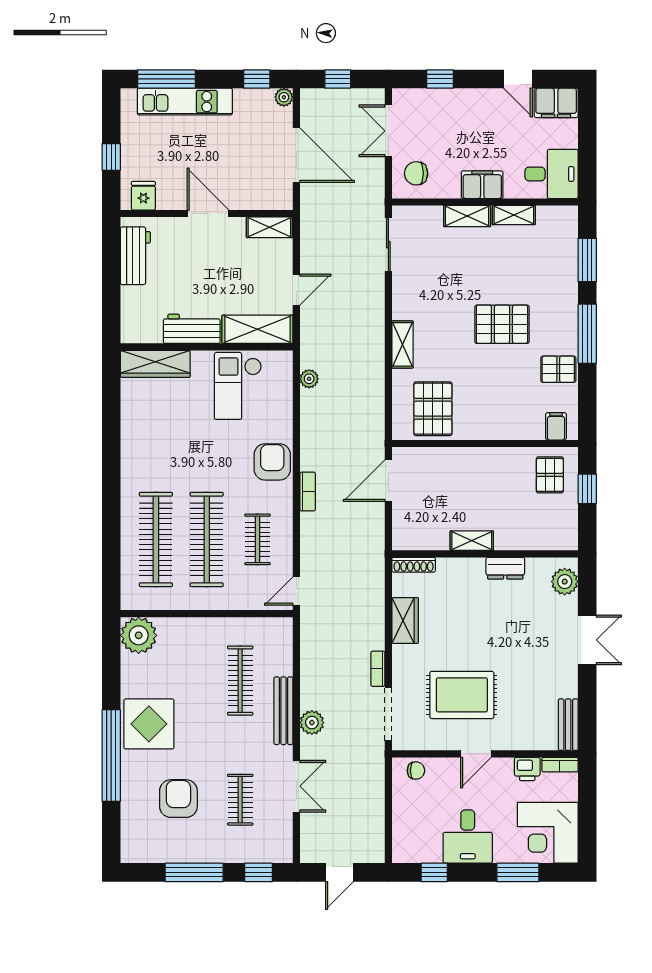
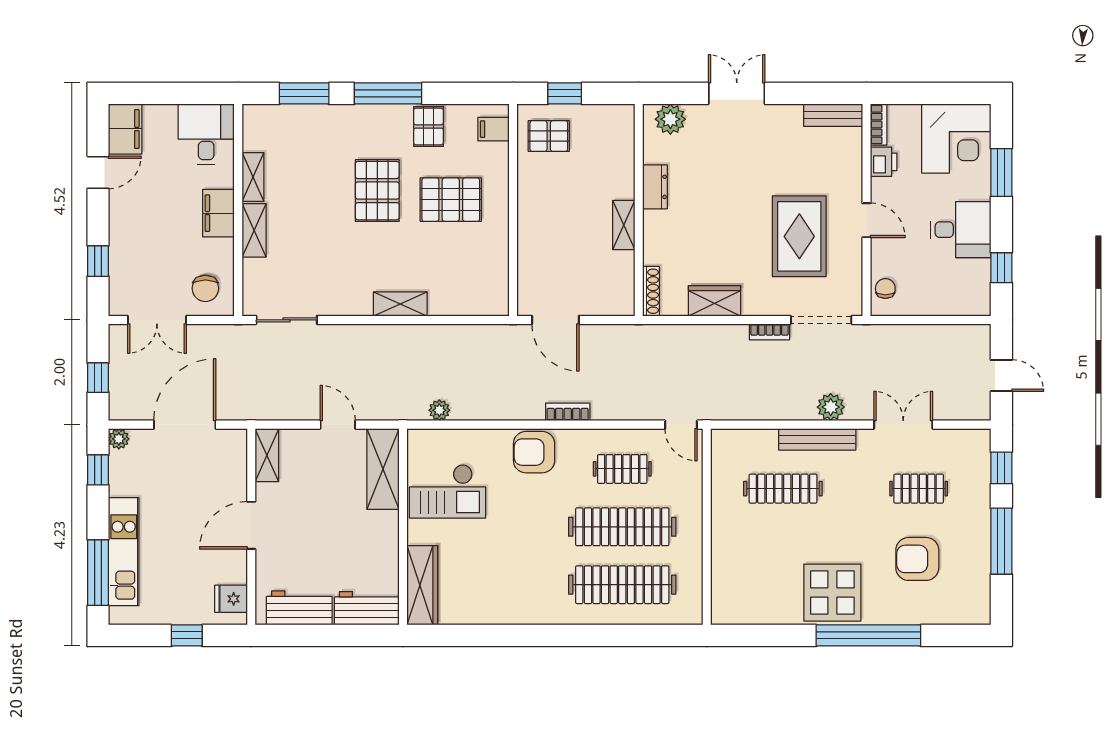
workbench: (192, 329) -> (367, 608), moved, turned 90
pallet: (433, 409) -> (451, 200), moved
plant: (139, 635) -> (731, 604), removed

